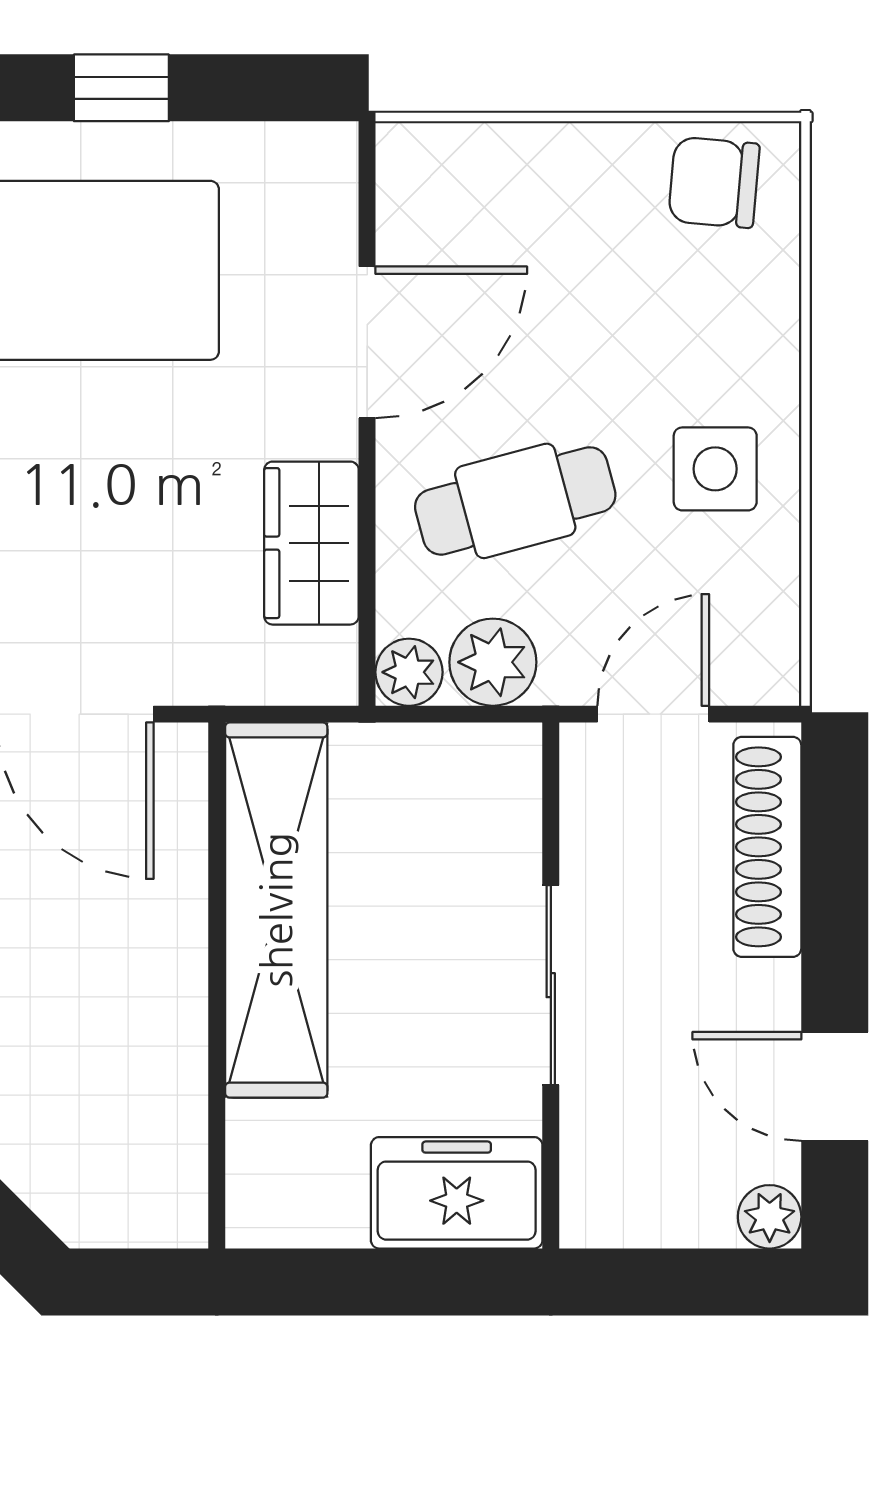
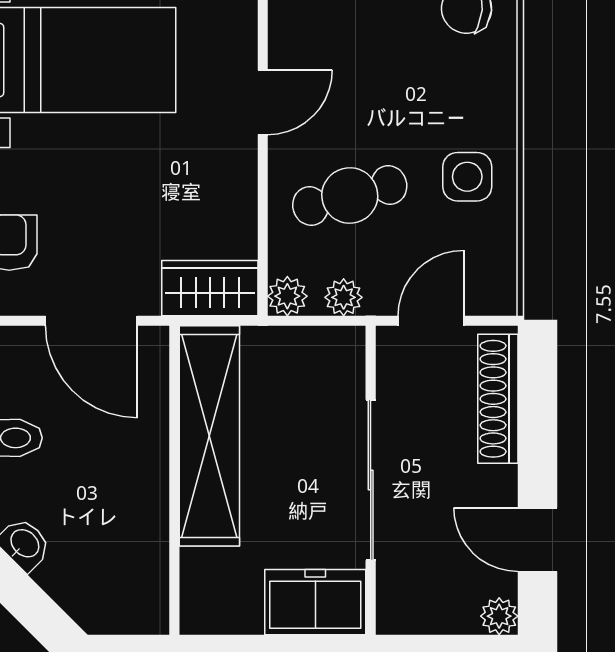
door: (367, 342) -> (263, 102), width x0.73
wardrobe: (311, 543) -> (210, 288), moved, turned 90
plant: (493, 662) -> (344, 297), width x0.73, depth x0.73
sliding door: (551, 985) -> (371, 480), width x1.37

